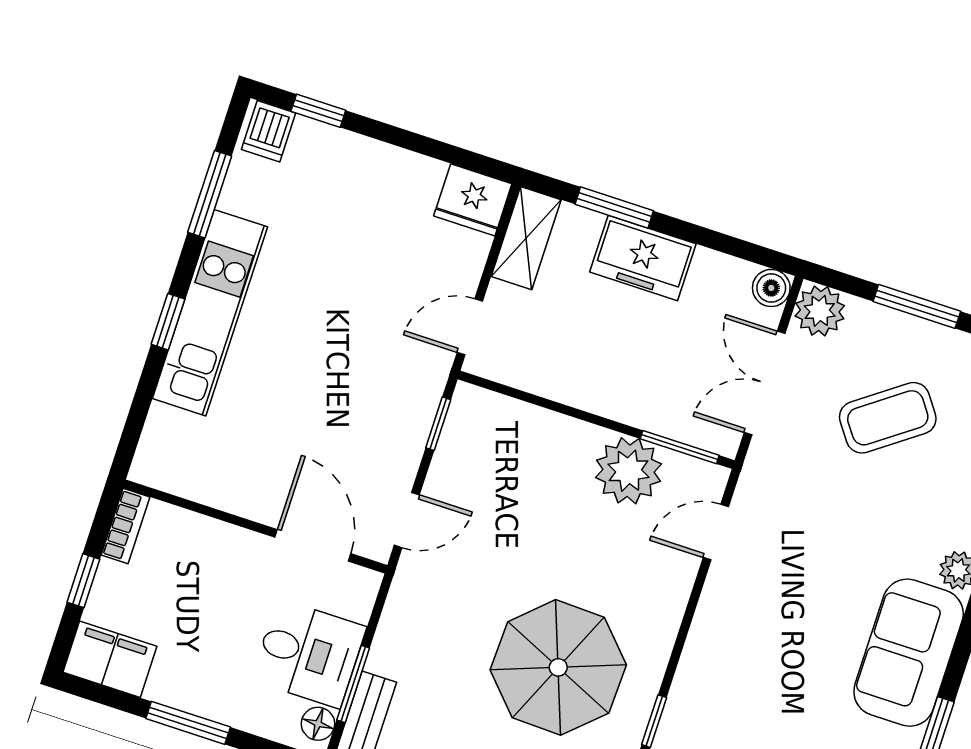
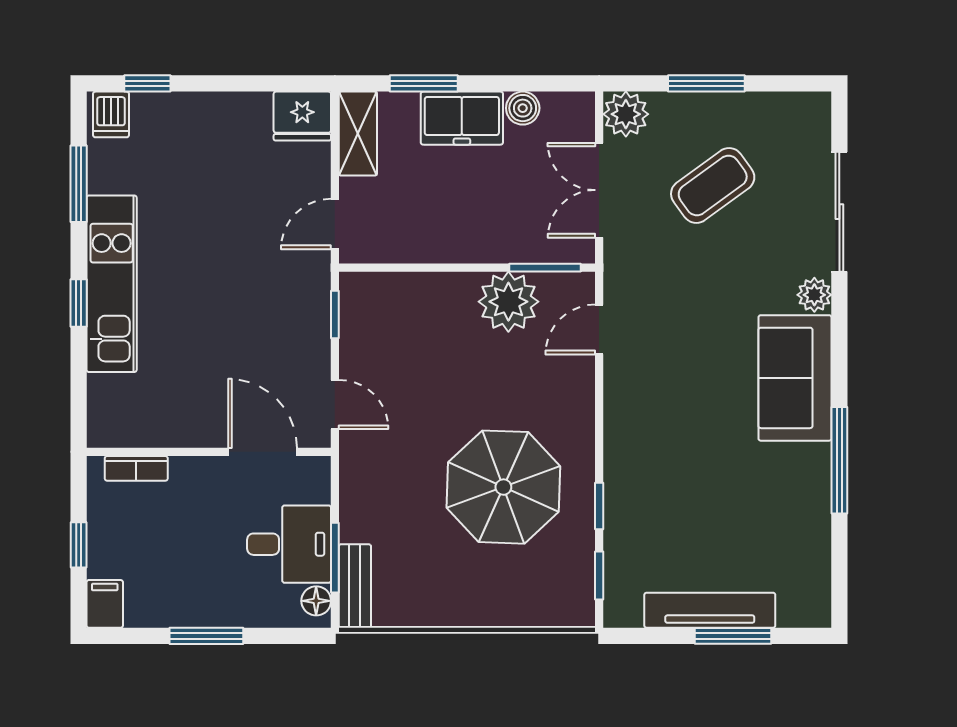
boiler: (771, 288) -> (523, 108), moved
door: (407, 520) -> (335, 404), hinge flipped
bookcase: (126, 526) -> (136, 468), moved, turned 90
filing cabinet: (110, 659) -> (105, 604), width x0.50

